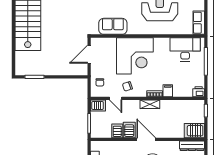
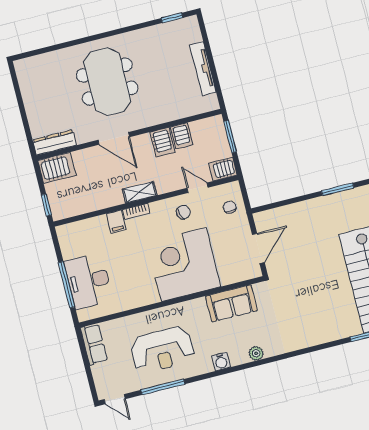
desk: (185, 49) -> (89, 281), moved, turned 90
printer: (199, 92) -> (66, 233), removed
door: (146, 139) -> (114, 138), moved

